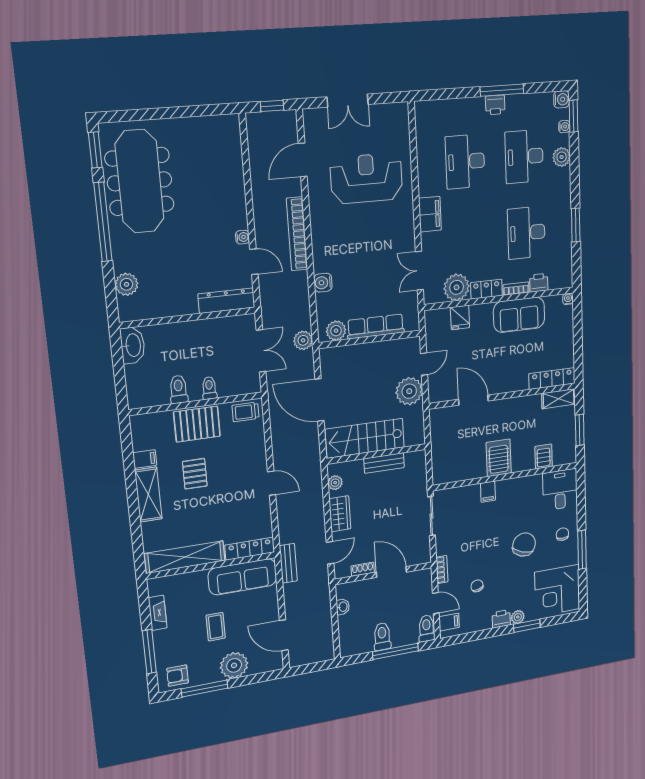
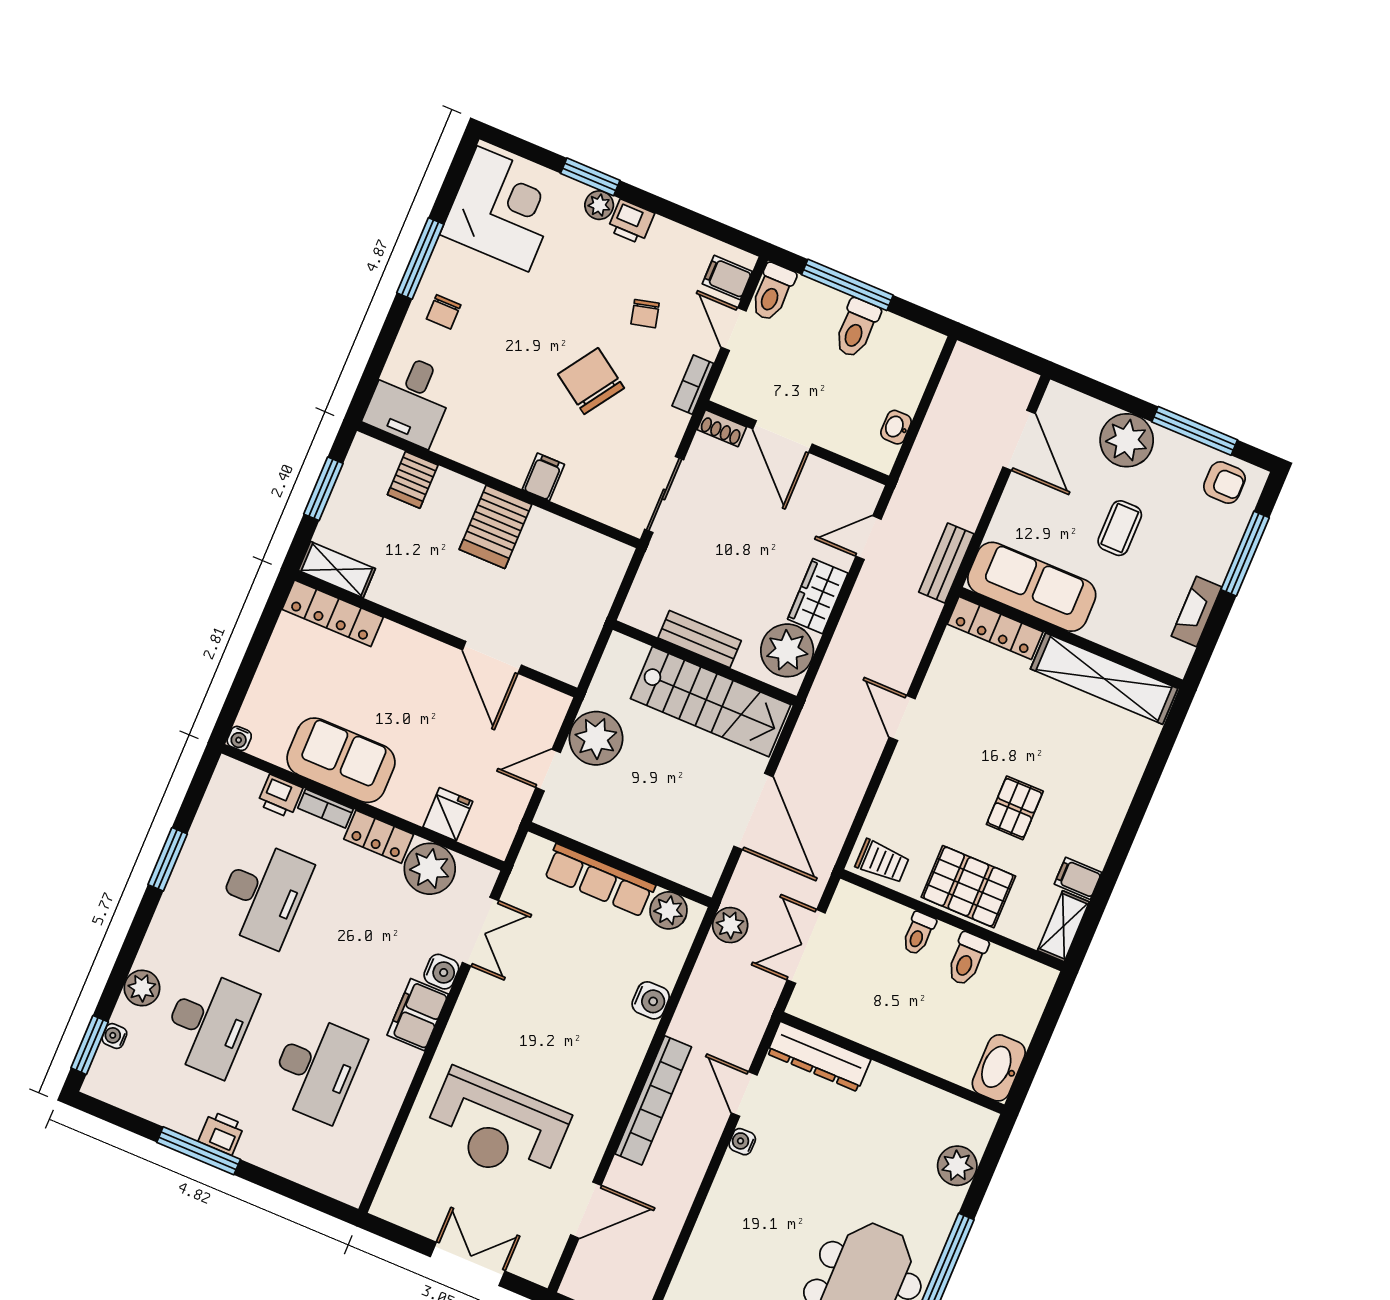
water cooler: (561, 99) -> (441, 972), moved, turned 180
plant: (335, 483) -> (787, 650), width x1.88, depth x1.88
shelving: (148, 495) -> (1063, 926), moved, width x0.67, depth x0.75
chair: (524, 545) -> (591, 381), moved, turned 105
shoe rack: (363, 569) -> (722, 428), moved

